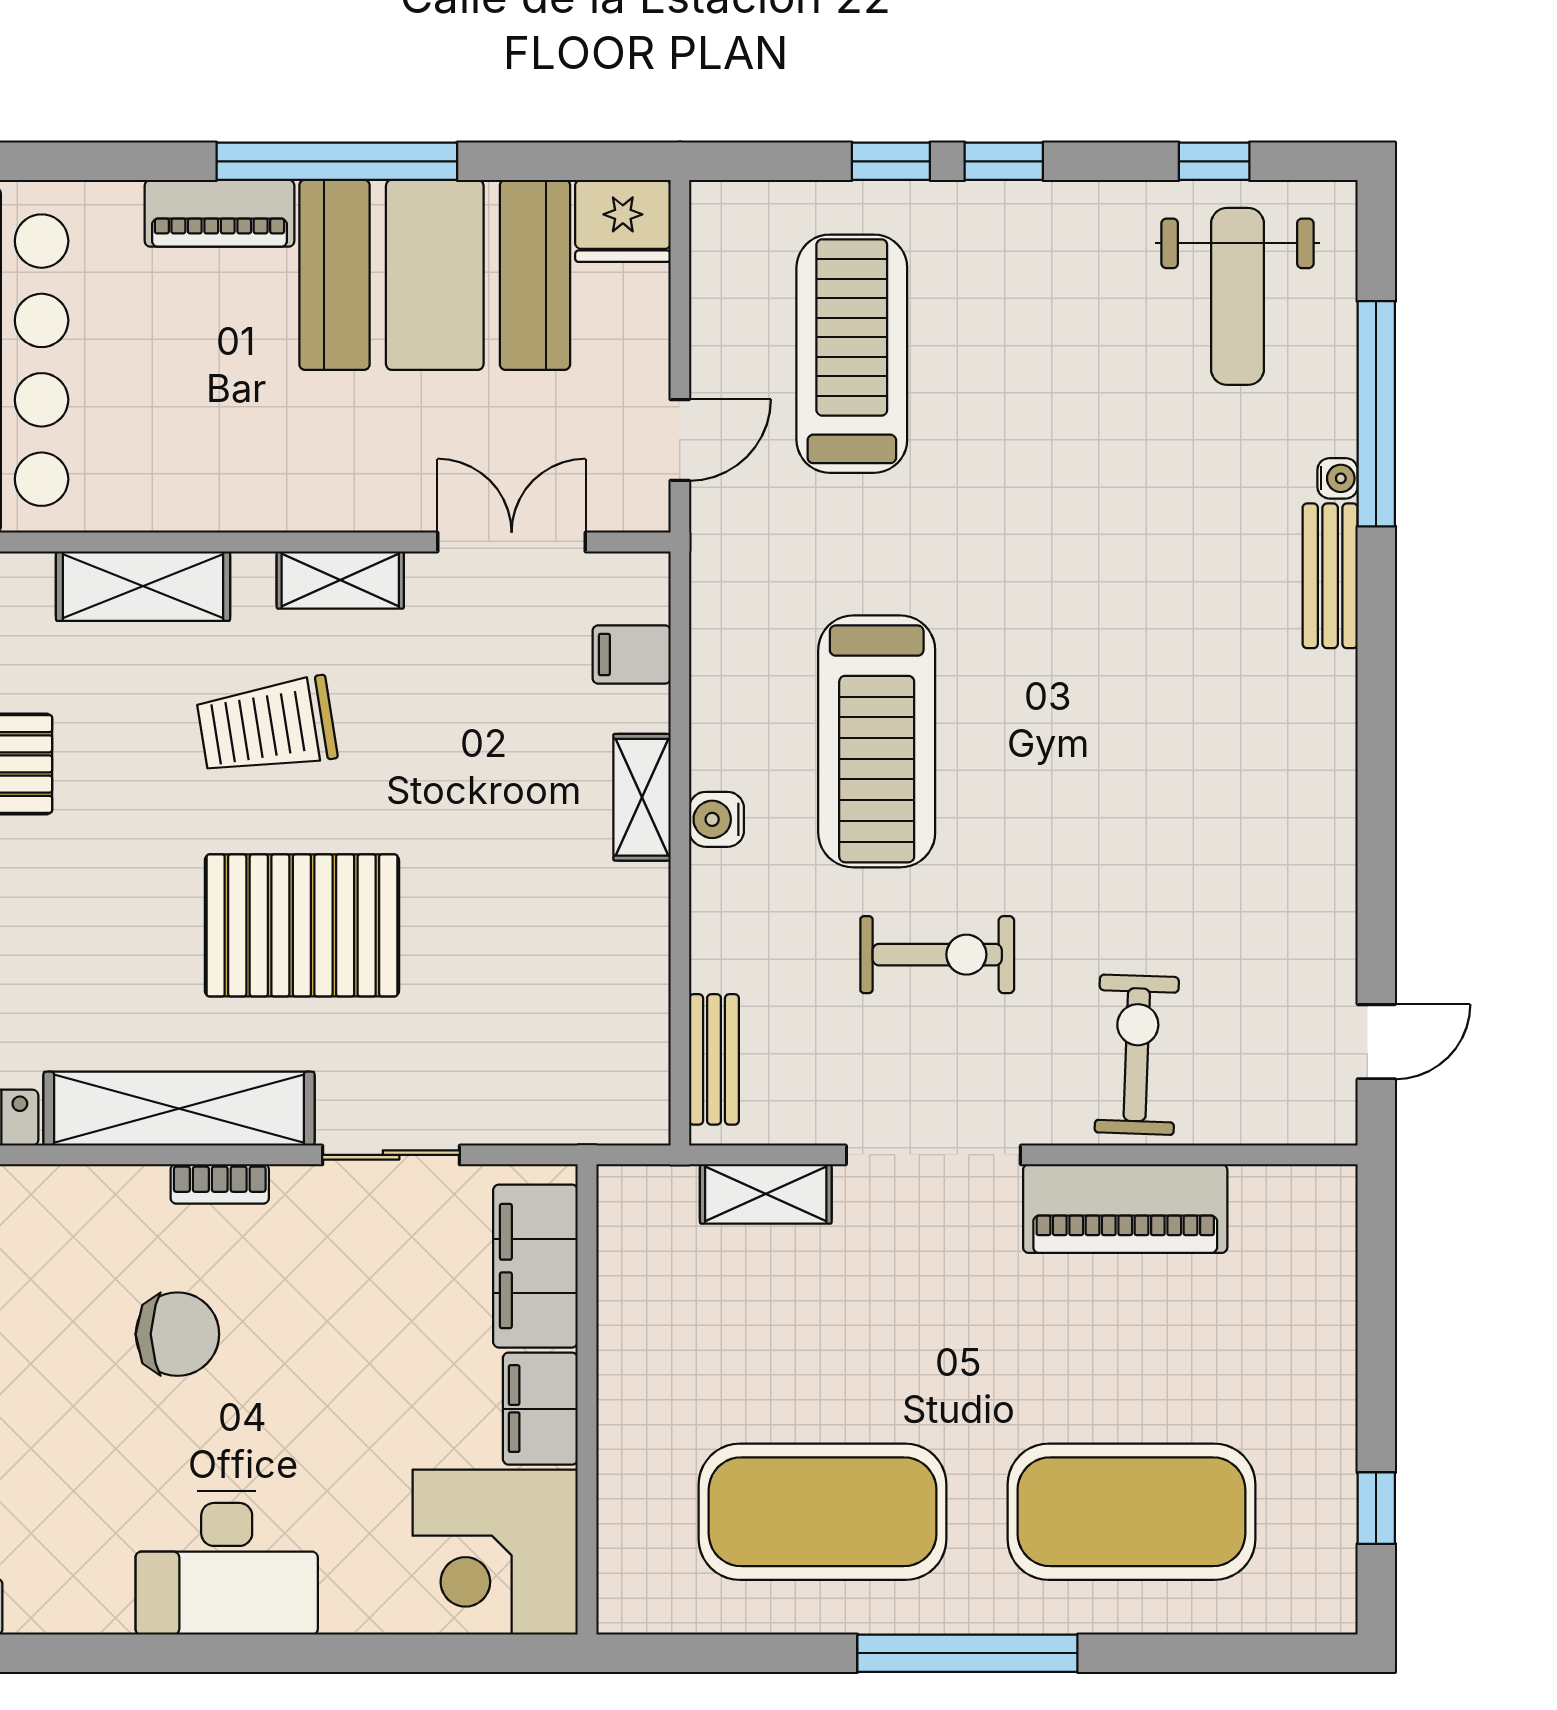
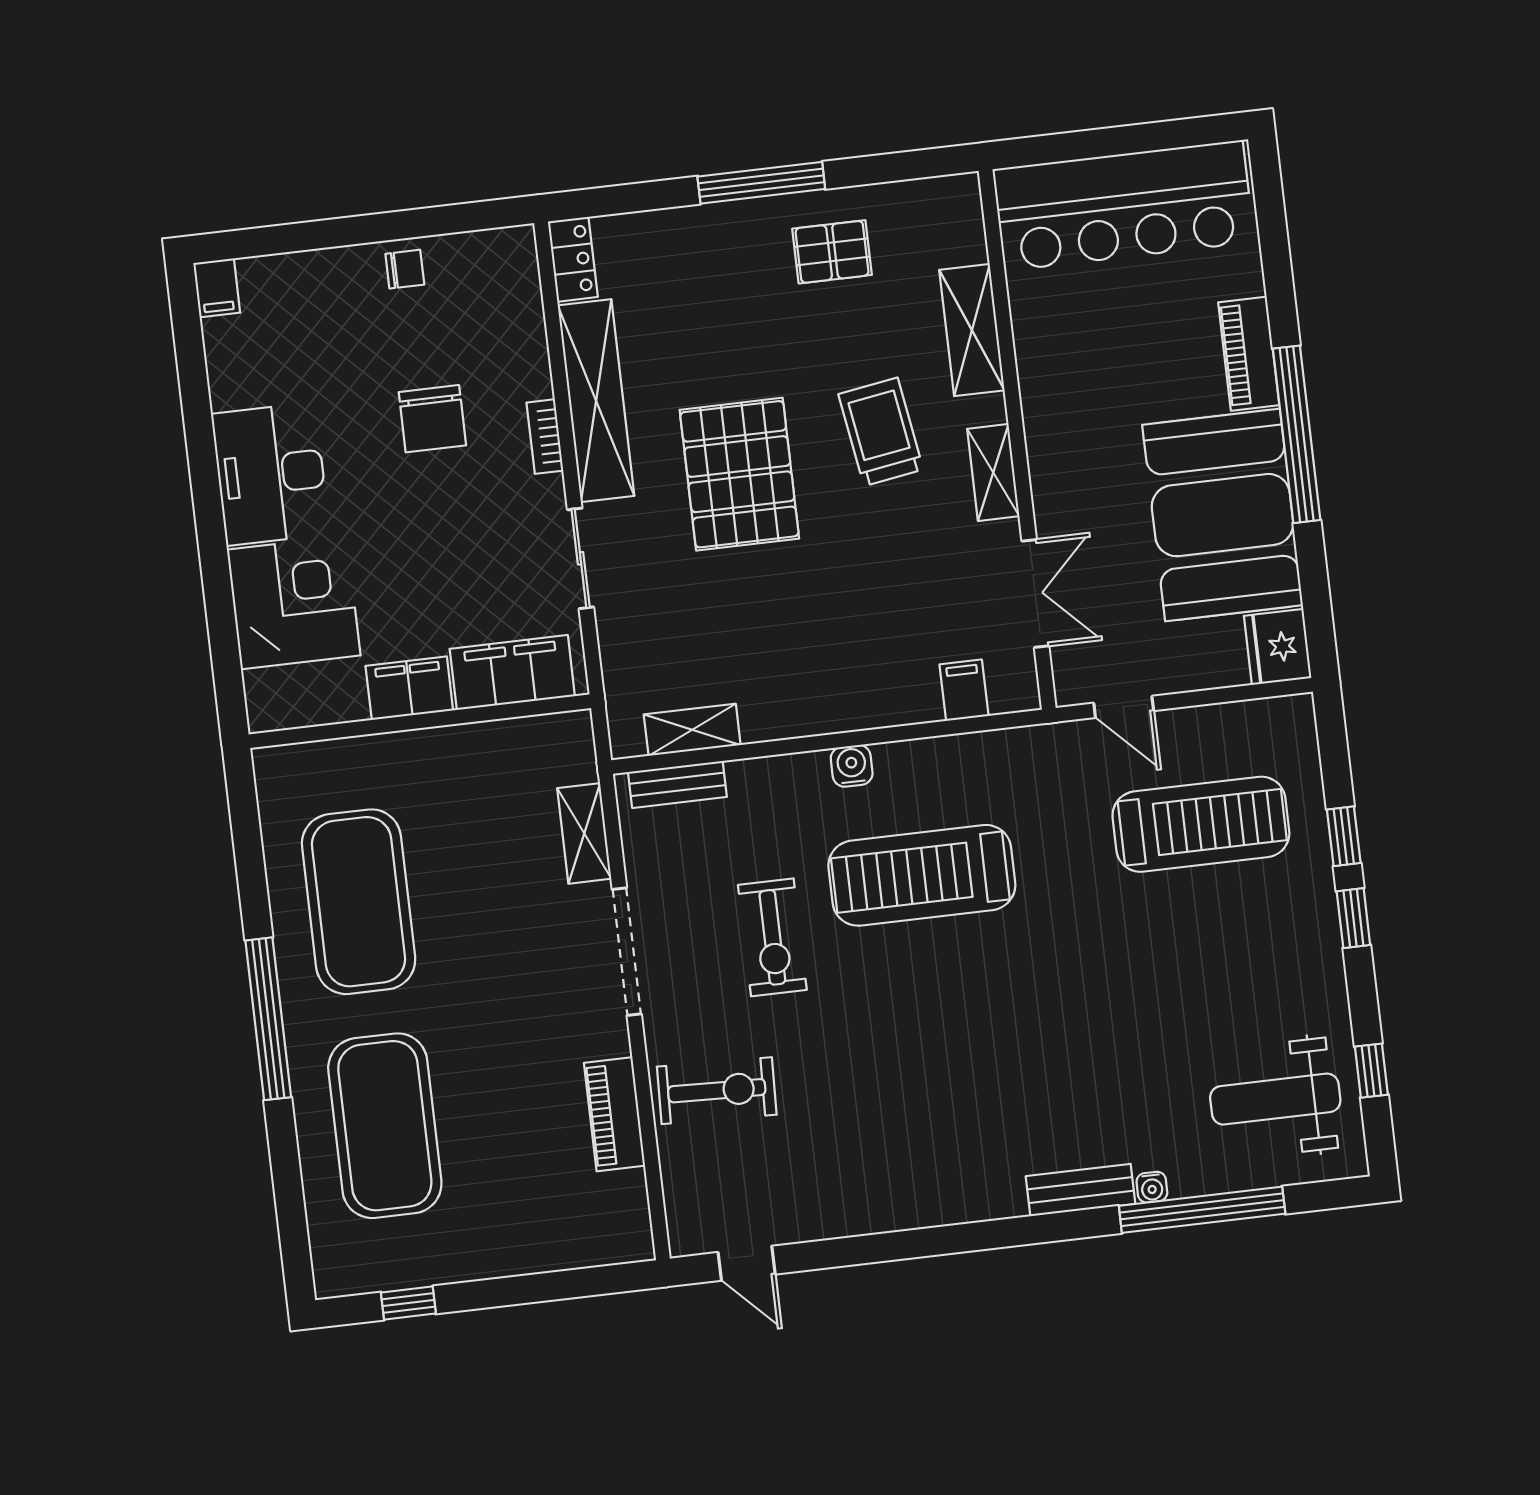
shelving: (642, 797) -> (692, 730), moved
piano: (1125, 1209) -> (614, 1114), width x0.73, depth x0.75
corner desk: (495, 1552) -> (294, 603), moved, turned 90

